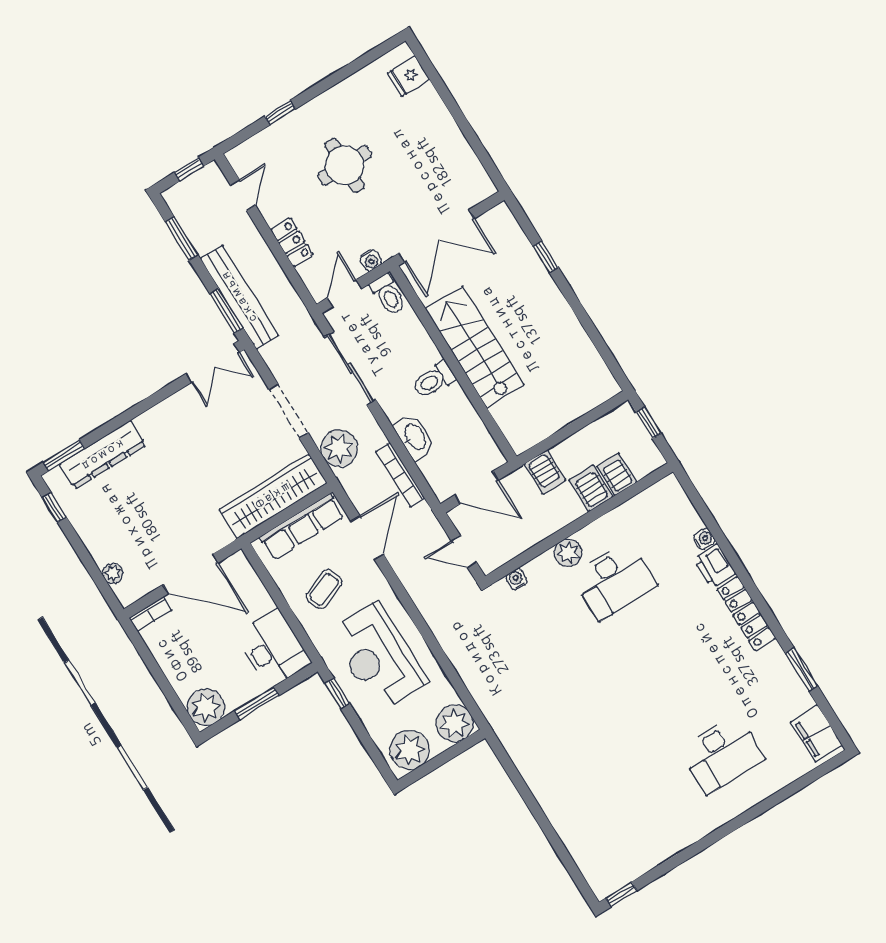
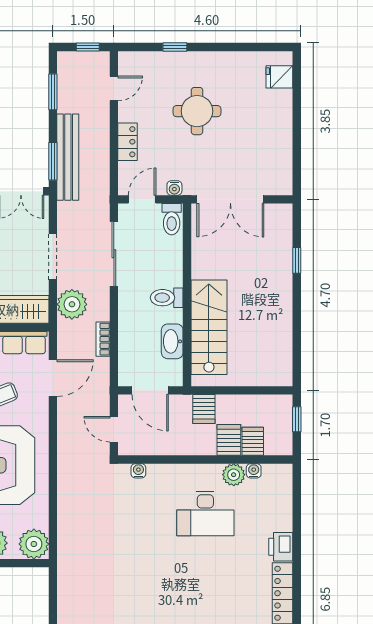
stairs: (475, 347) -> (209, 327), moved
washbasin: (414, 437) -> (172, 341), moved, turned 180
bookcase: (400, 475) -> (103, 339), width x0.64
water cooler: (704, 539) -> (254, 471), moved, turned -90
plant: (568, 553) -> (234, 475), moved

